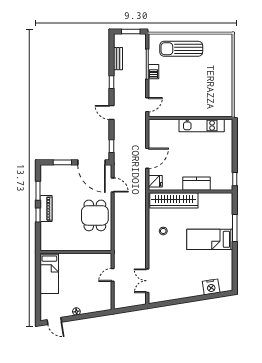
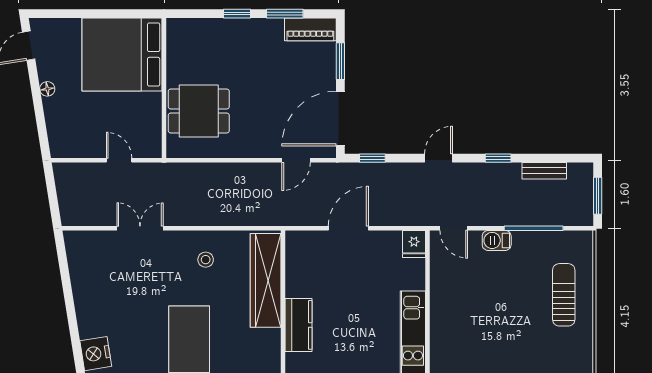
sun lounger: (181, 49) -> (564, 295), width x0.73, depth x0.75
barbecue: (154, 72) -> (497, 240), moved
door: (147, 158) -> (348, 228), swing flipped
fridge: (155, 181) -> (414, 244), moved
piano: (46, 209) -> (310, 29), moved
dining table: (95, 215) -> (199, 111), moved
bed: (49, 273) -> (122, 54), width x2.04
double door: (147, 281) -> (140, 228), moved

